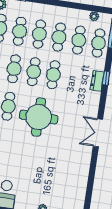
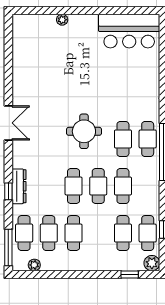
cafe table: (39, 34) -> (98, 233), removed
dresser: (97, 81) -> (19, 186), width x1.44
round table: (39, 117) -> (84, 131), width x0.73, depth x0.73

